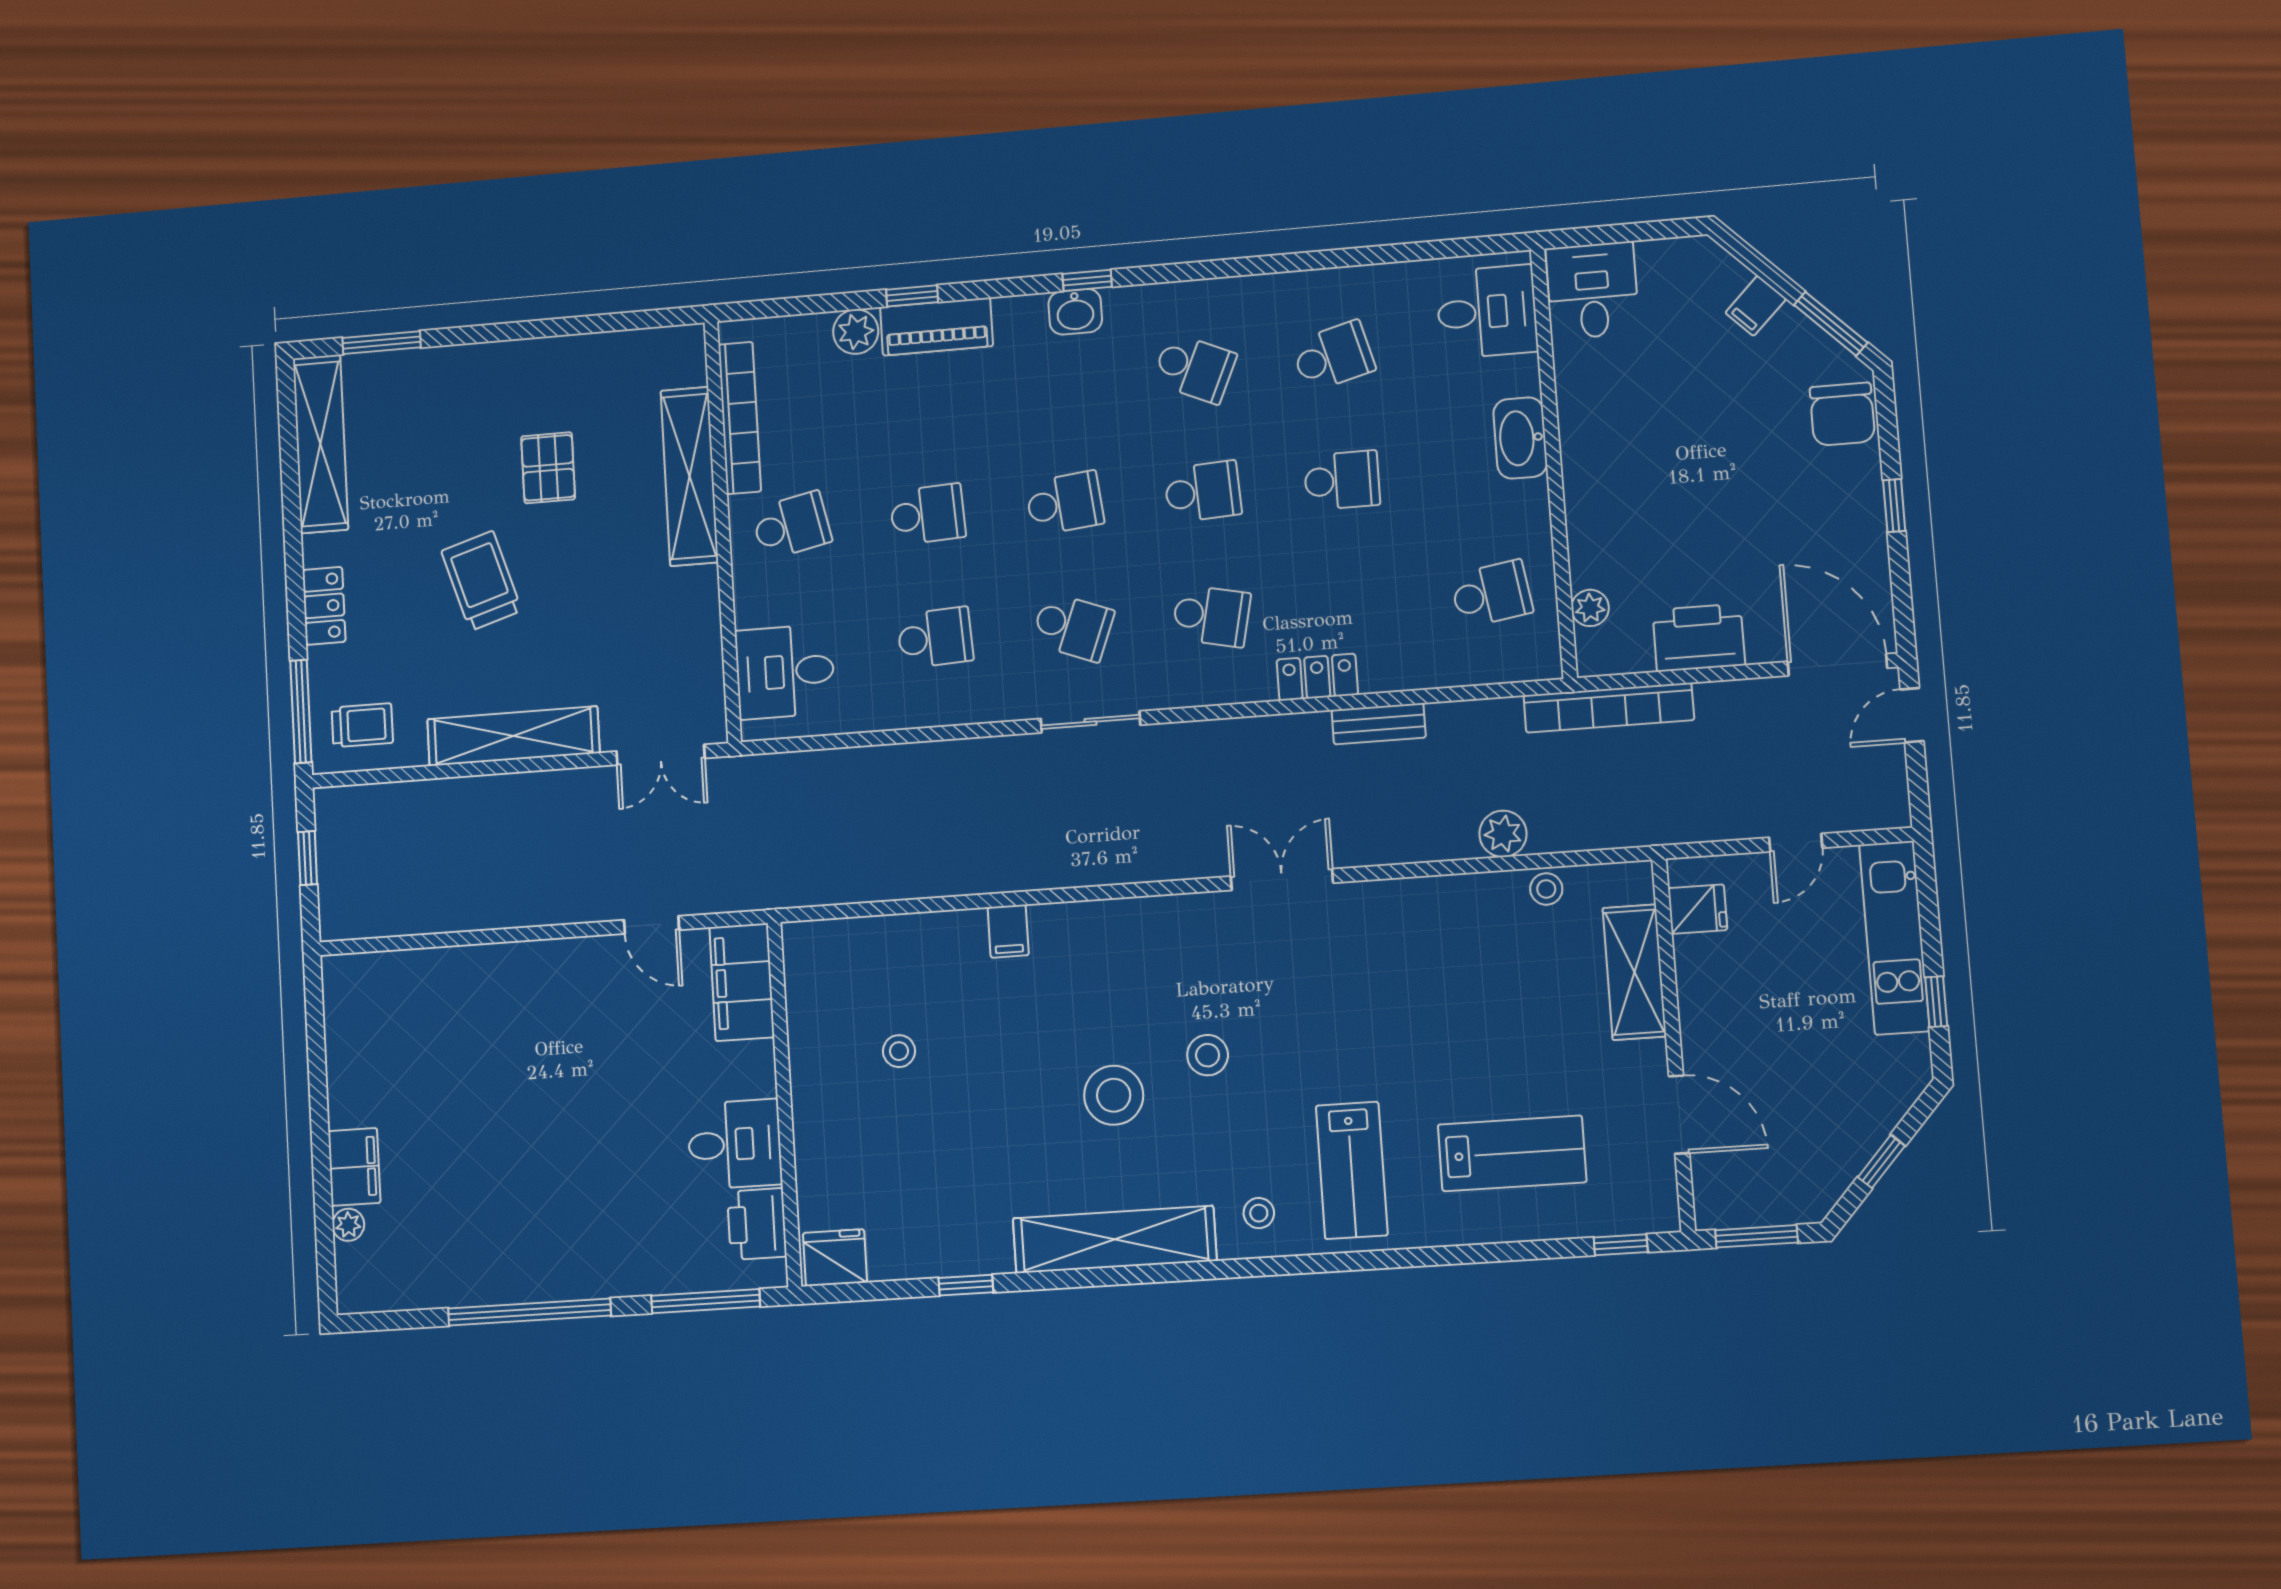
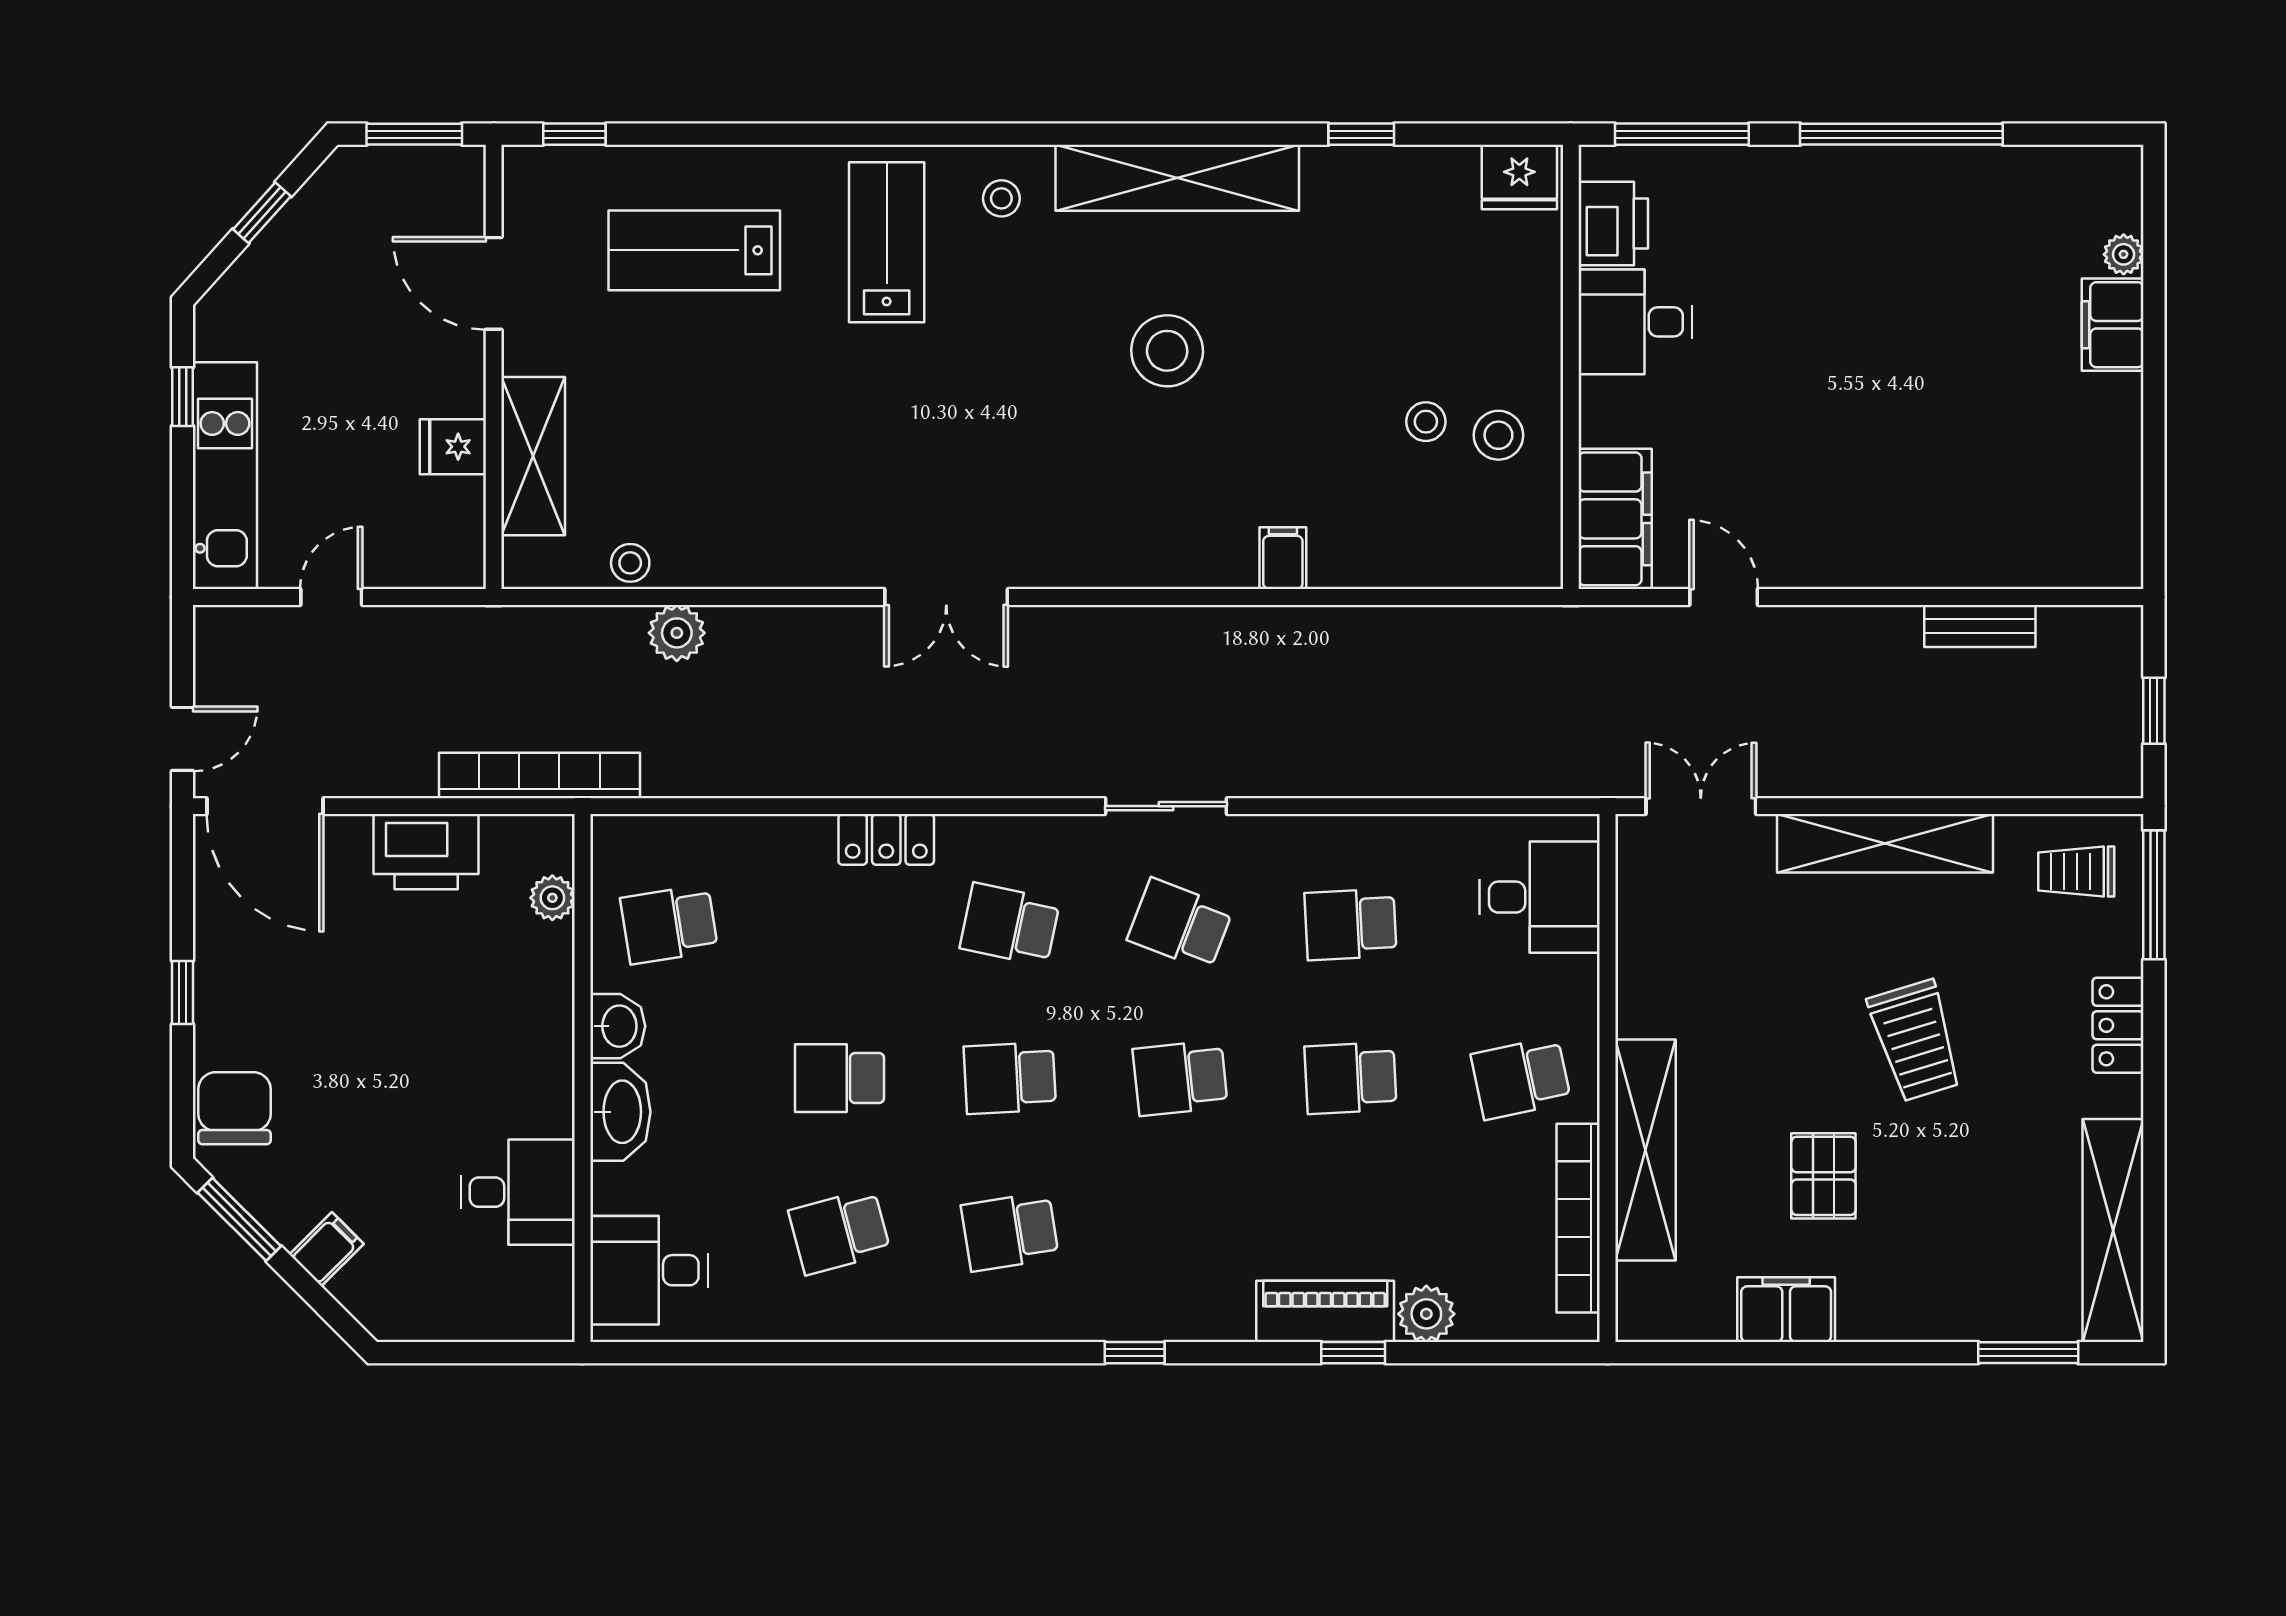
desk: (1592, 291) -> (518, 1192), moved, turned -90
washbasin: (1075, 312) -> (618, 1026), moved, turned 90
filing cabinet: (572, 360) -> (1786, 1310), added
school desk: (1194, 368) -> (1010, 1232), turned -33
bench: (1379, 724) -> (1980, 626), moved
fridge: (1698, 909) -> (453, 447), moved
stool: (1208, 1055) -> (1498, 435), moved

